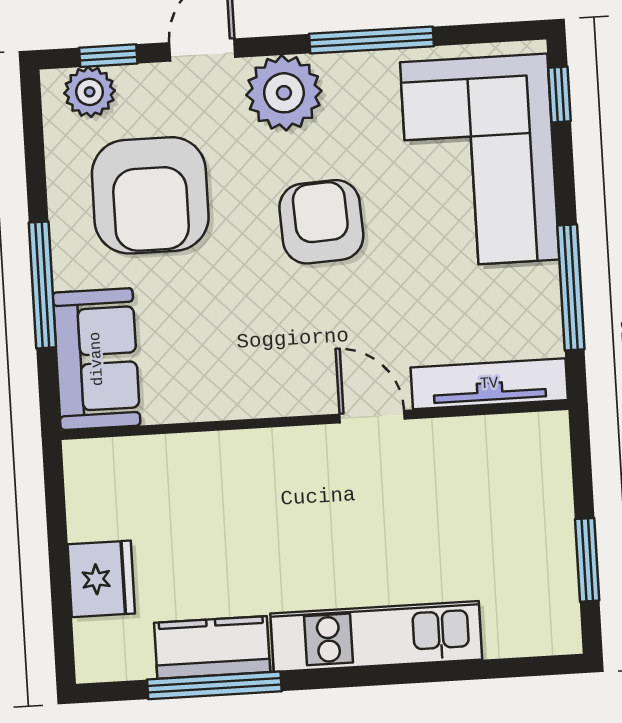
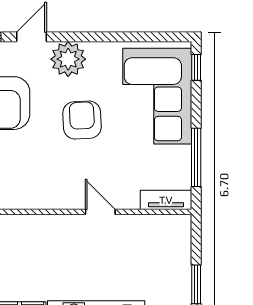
window: (371, 40) -> (110, 37), removed
tv unit: (489, 384) -> (166, 200), width x0.71

